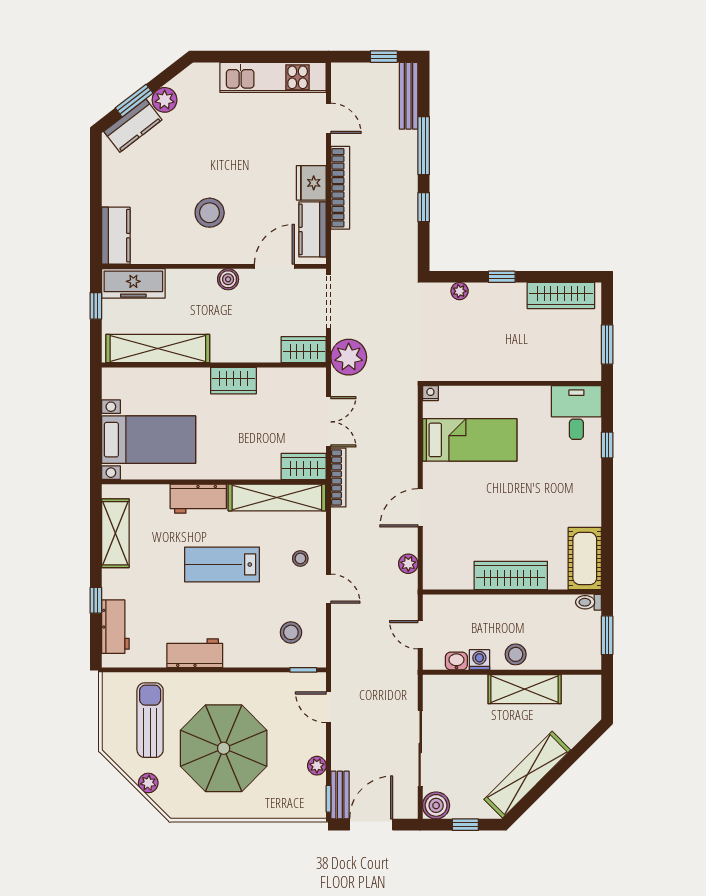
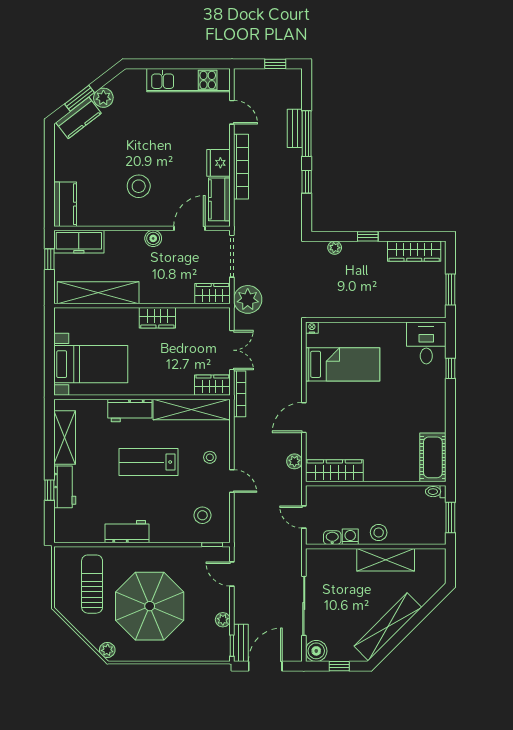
bench: (409, 96) -> (295, 128), moved, width x0.73
wardrobe: (511, 576) -> (334, 471), moved
workbench: (115, 627) -> (65, 487), moved
plant: (148, 783) -> (107, 650), moved

